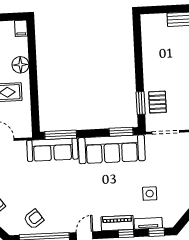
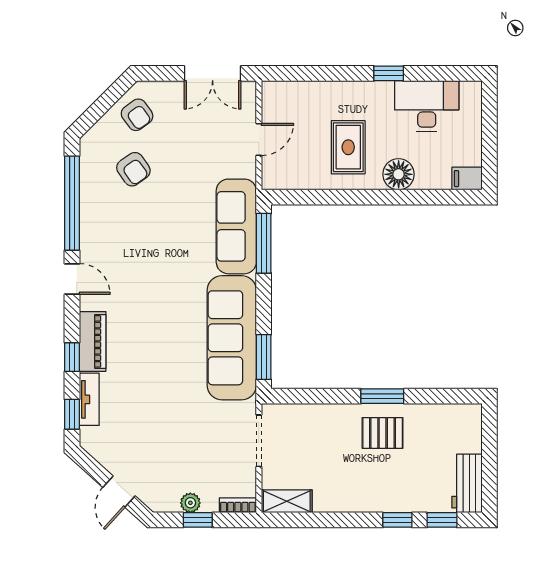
pallet: (157, 102) -> (383, 433), moved
window: (141, 103) -> (382, 396), moved
side table: (150, 194) -> (145, 405), removed
armchair: (34, 219) -> (133, 169), moved

